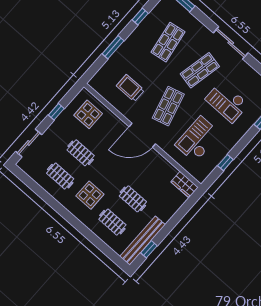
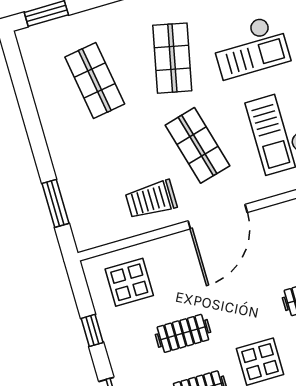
window: (140, 17) -> (25, 99), removed
window: (113, 47) -> (56, 203), moved
trolley: (130, 88) -> (151, 199), moved

